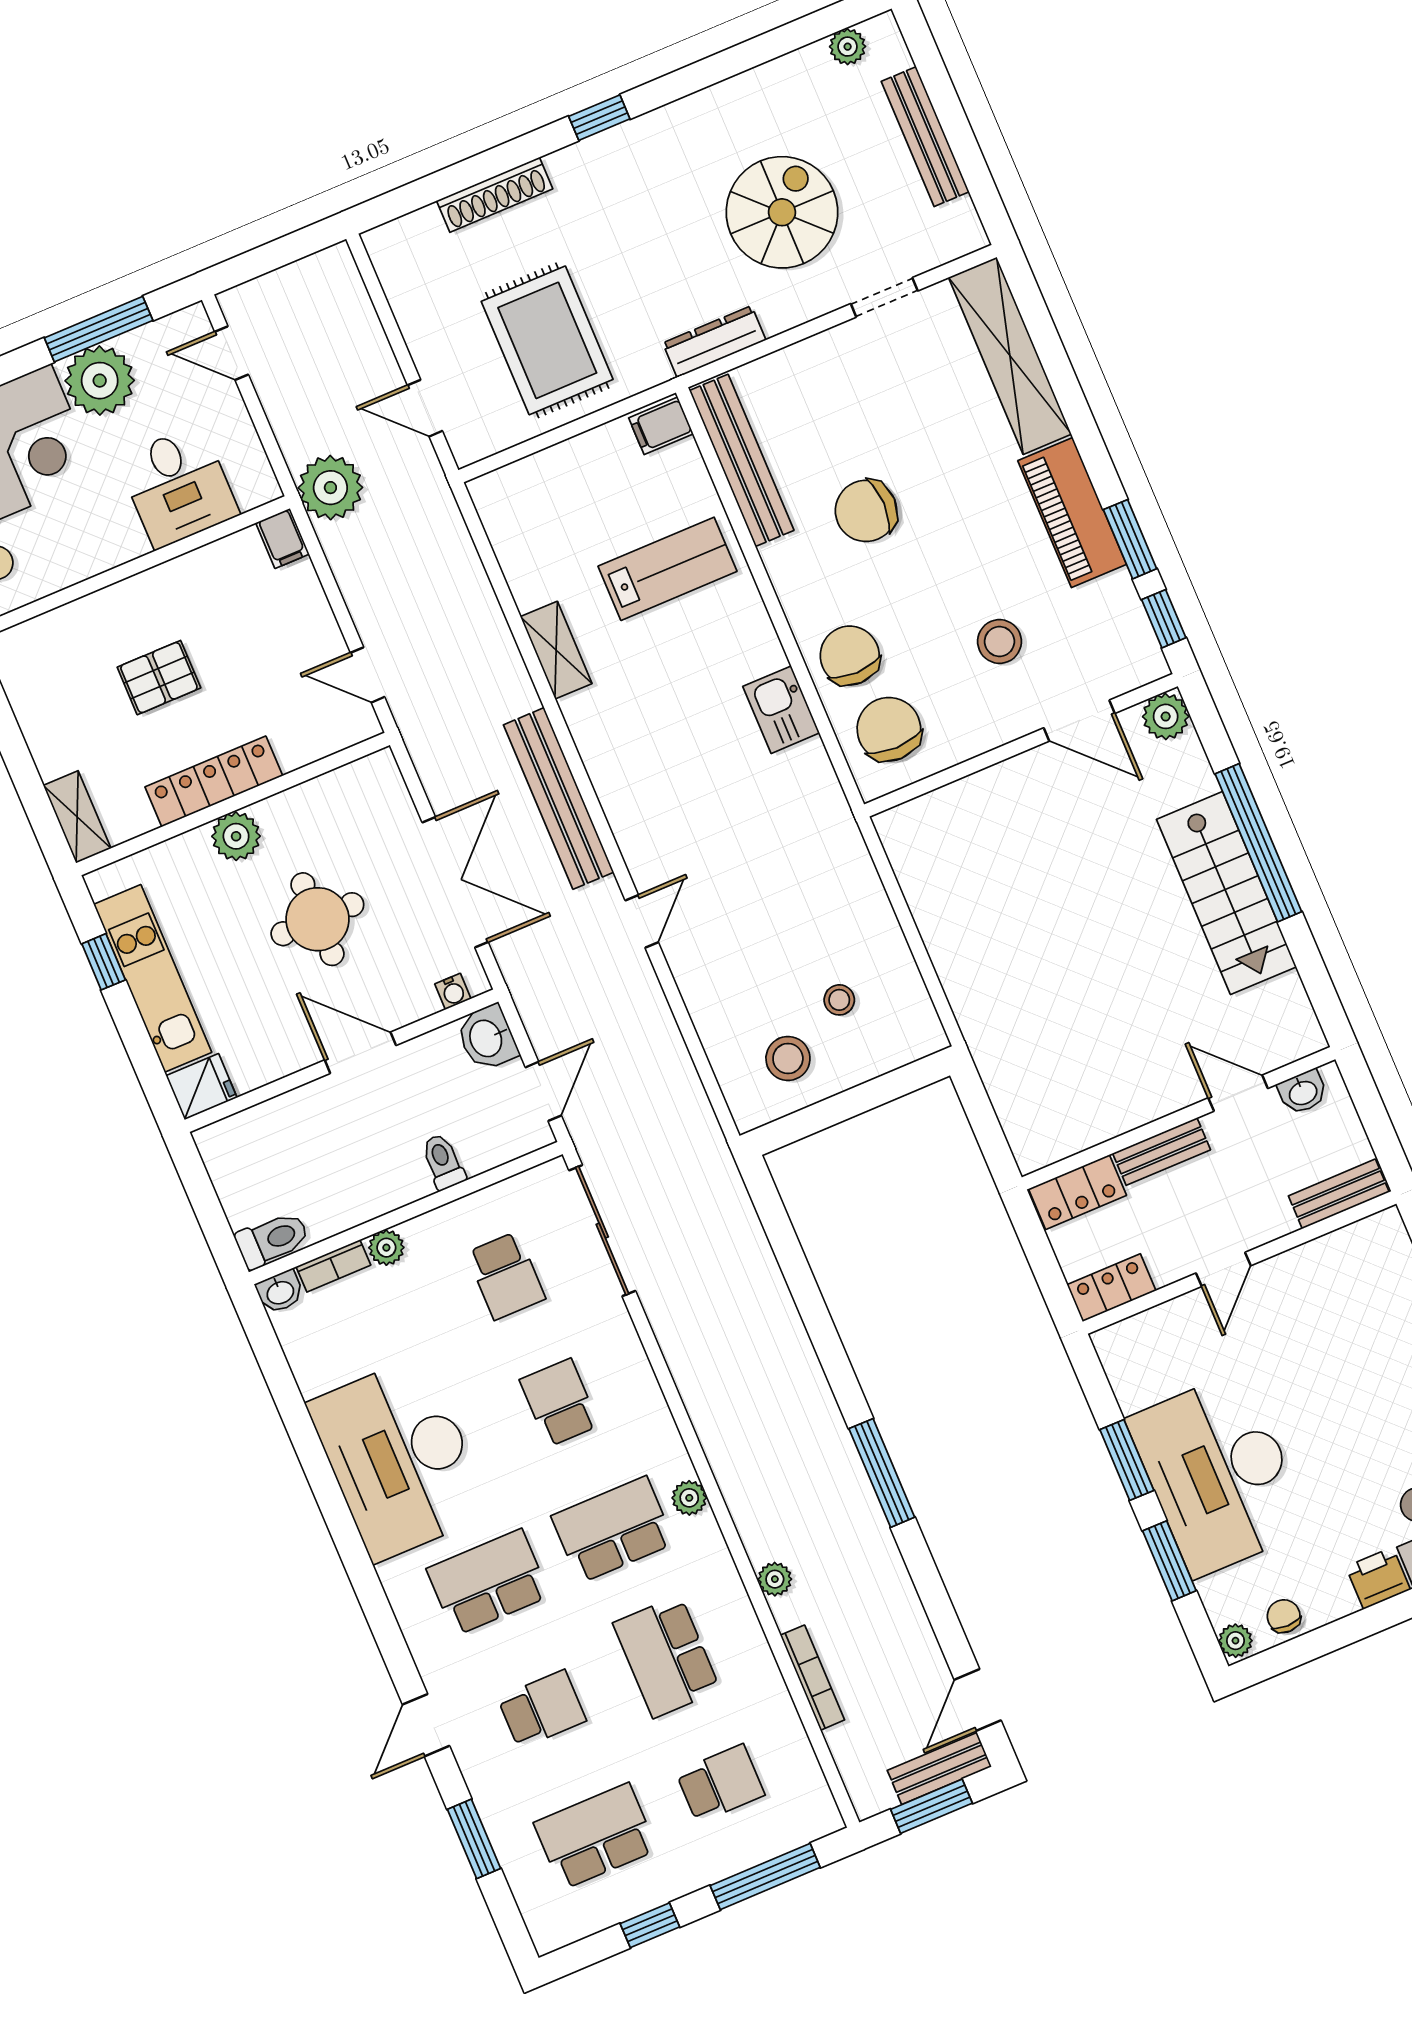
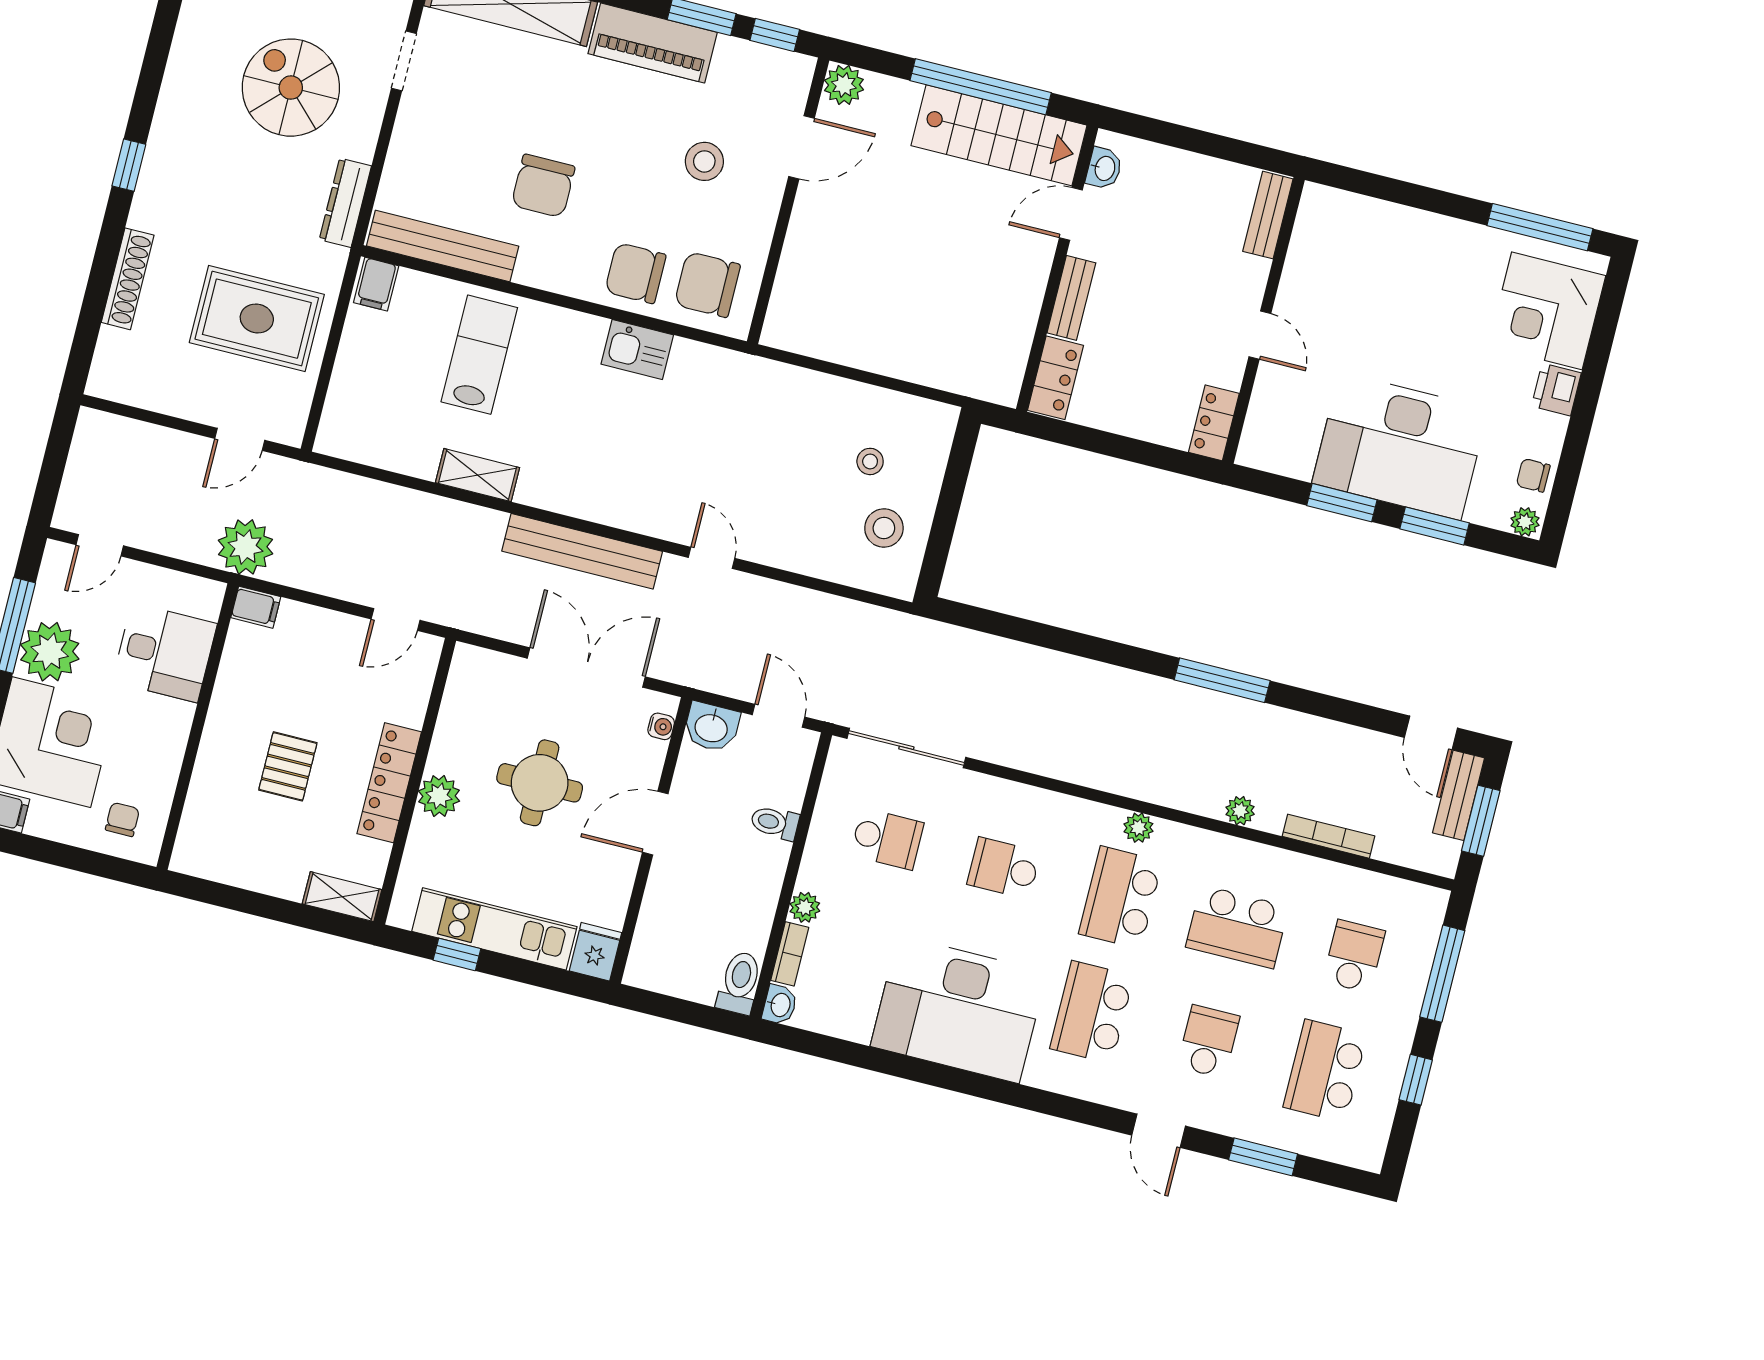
washbasin: (1303, 1092) -> (1104, 168), moved
door: (1238, 1093) -> (1071, 214), moved
wall: (1179, 1118) -> (1057, 269), moved
bench: (1162, 1152) -> (1071, 298), moved
locker: (1077, 1192) -> (1055, 378), moved

